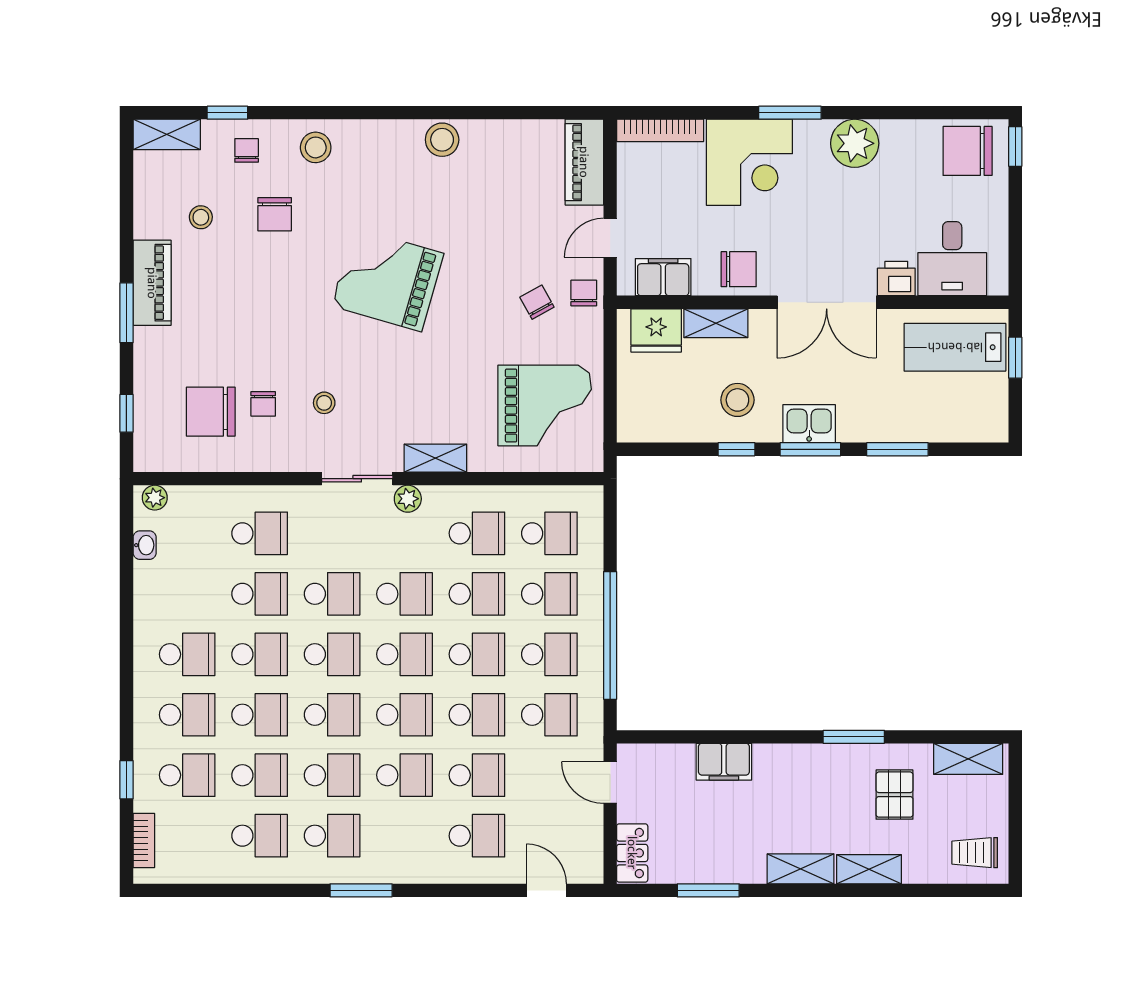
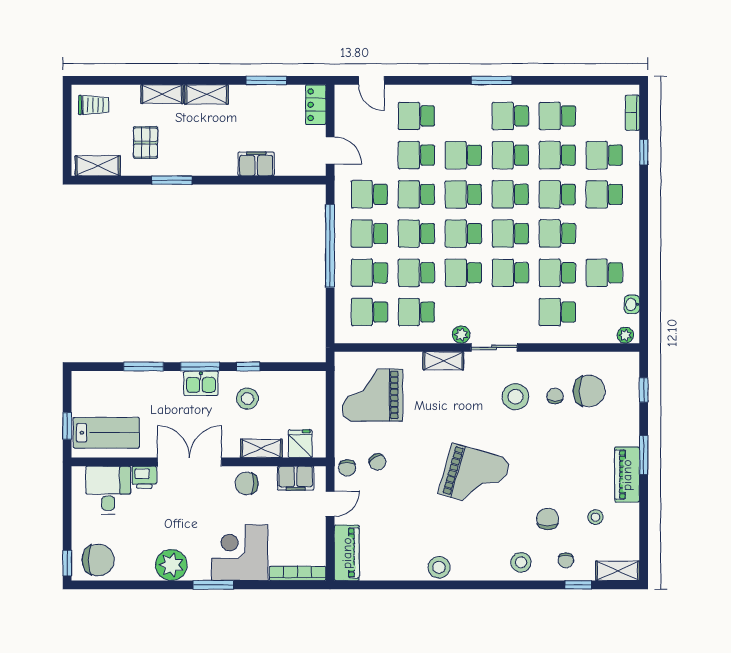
fridge: (656, 330) -> (300, 444), width x0.72
stool: (324, 403) -> (515, 397), width x1.89, depth x1.89
school desk: (187, 654) -> (604, 273), moved

